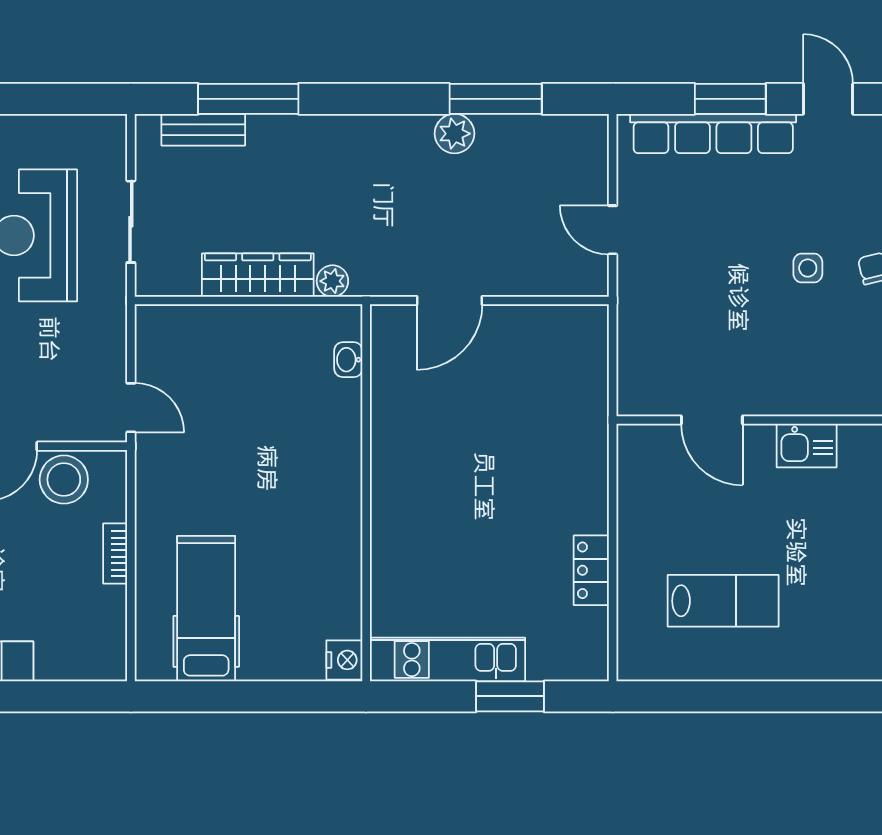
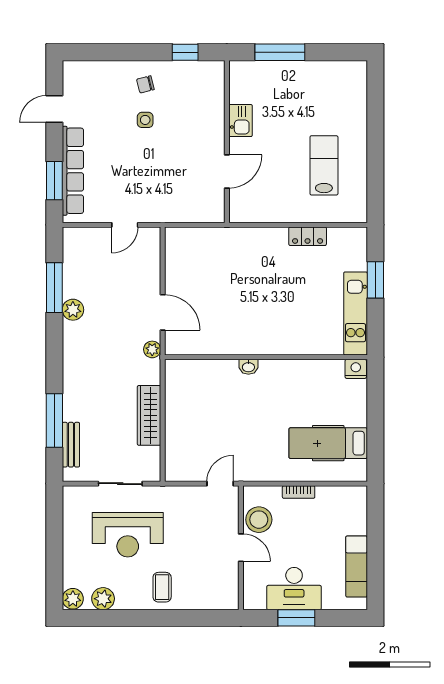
window: (730, 99) -> (54, 181), moved
plant: (332, 281) -> (152, 349), moved
washbasin: (348, 360) -> (248, 367), moved

